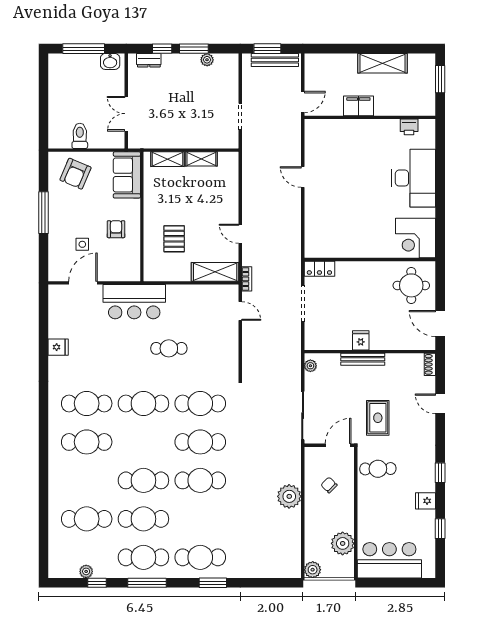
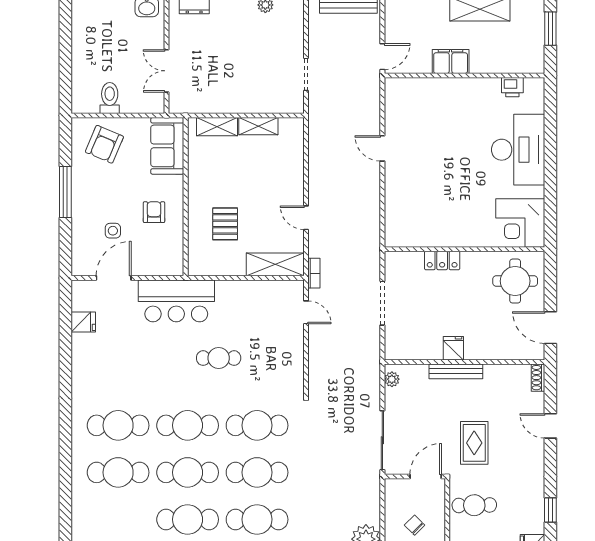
locker: (319, 269) -> (442, 261), moved
fridge: (58, 347) -> (83, 322), moved
cafe table: (143, 442) -> (188, 472), added

